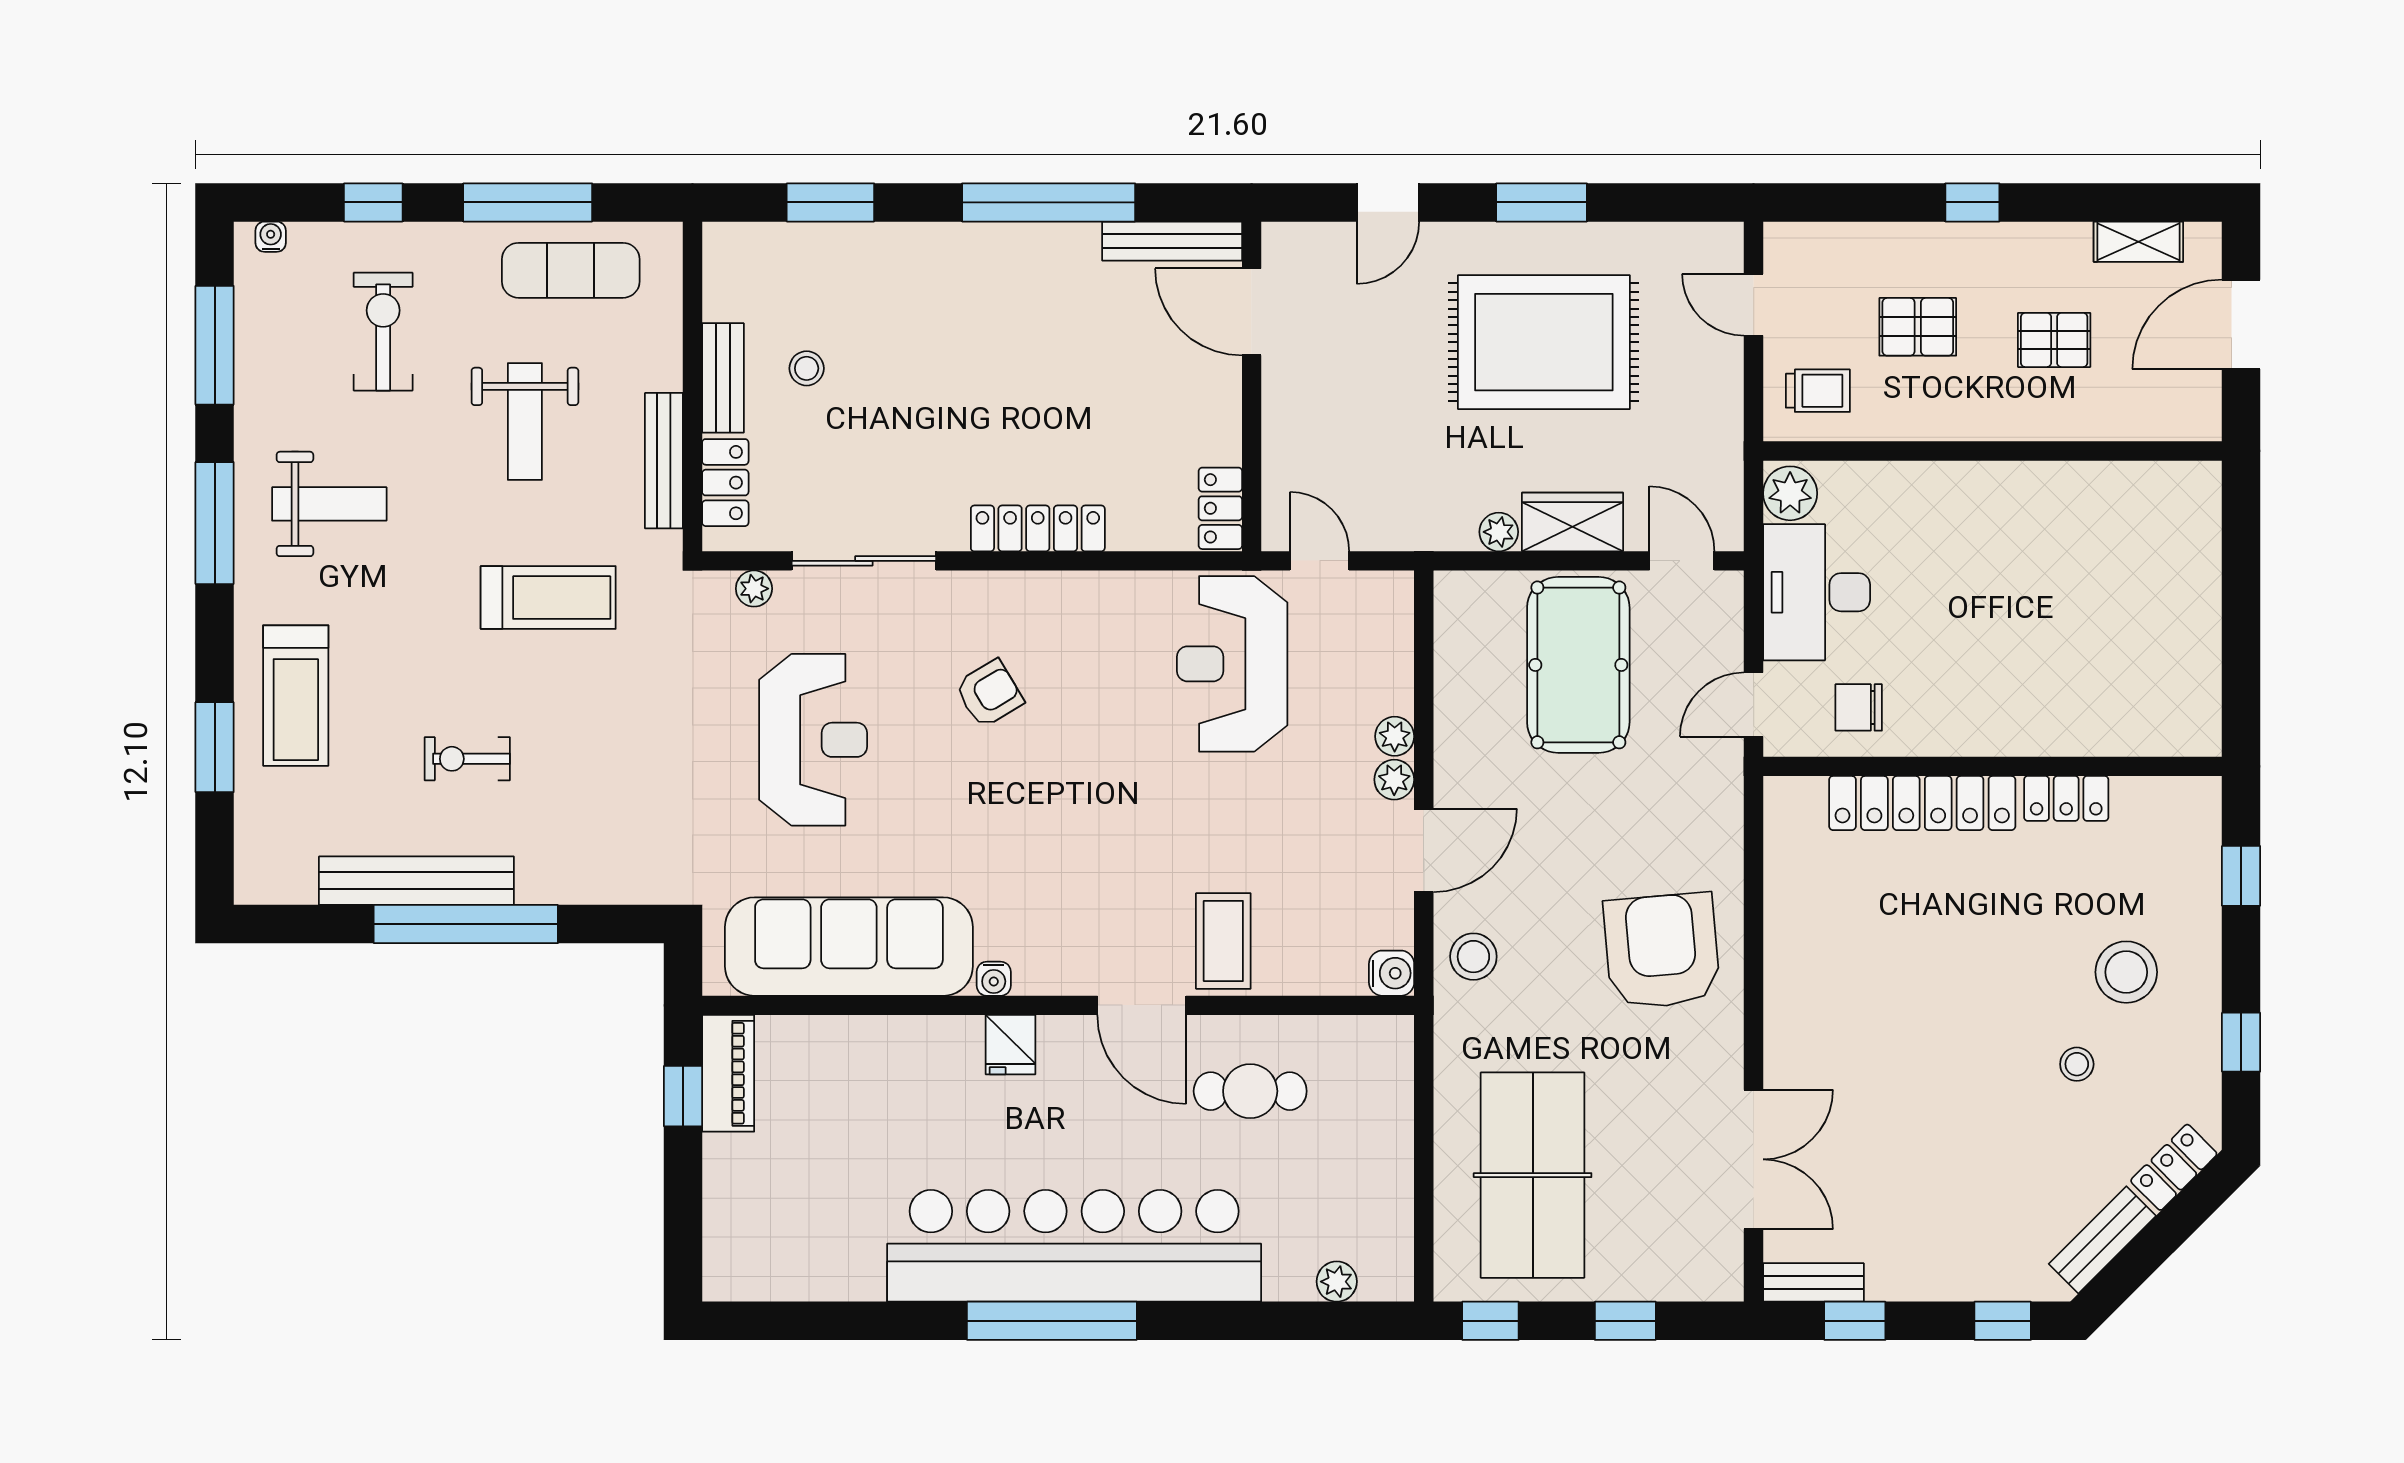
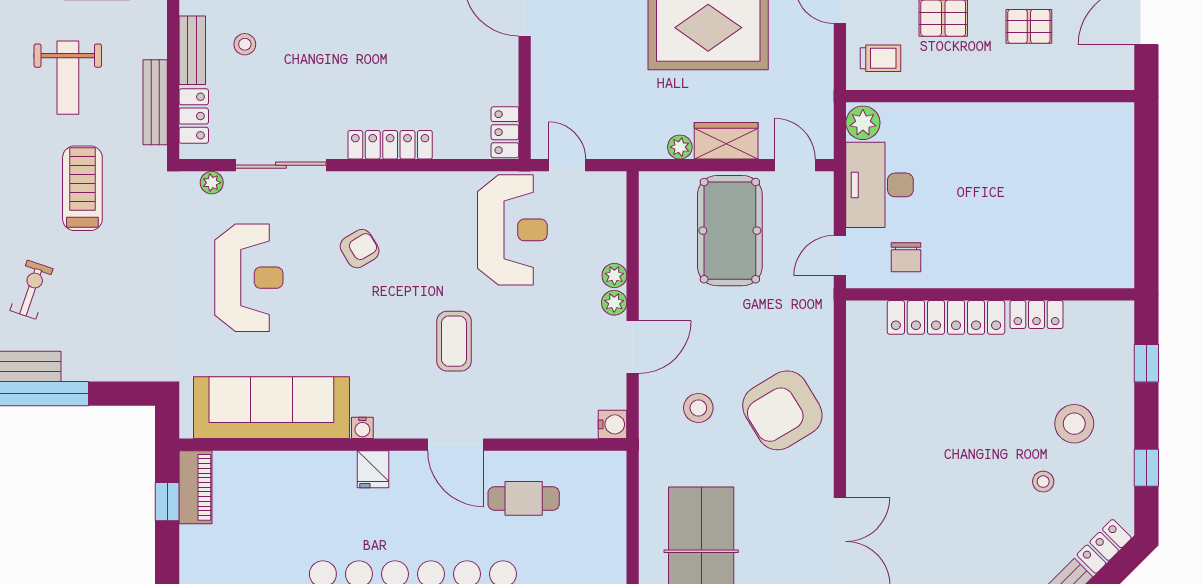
treadmill: (548, 598) -> (82, 188), turned -90
reception desk: (1232, 664) -> (512, 230), turned 180
chair: (1859, 707) -> (906, 257), turned -90
exercise bike: (467, 759) -> (32, 290), turned 109
coffee table: (1223, 941) -> (454, 341), moved
armchair: (1662, 951) -> (782, 410), turned -116
stool: (1473, 957) -> (698, 408), moved

